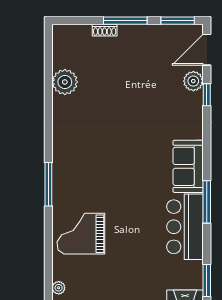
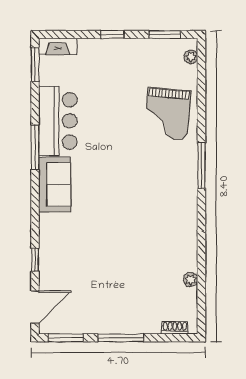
shoe rack: (105, 30) -> (175, 328), moved
plant: (193, 81) -> (49, 274), removed
plant: (65, 82) -> (191, 279), width x0.53, depth x0.53
grand piano: (81, 234) -> (167, 114), turned 95

